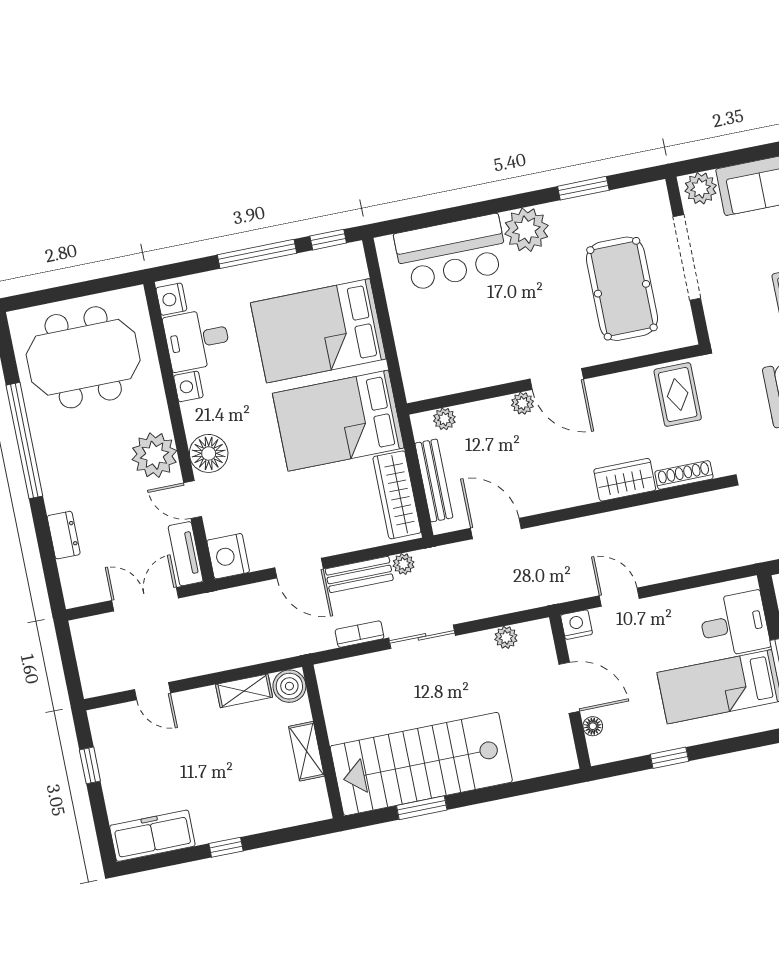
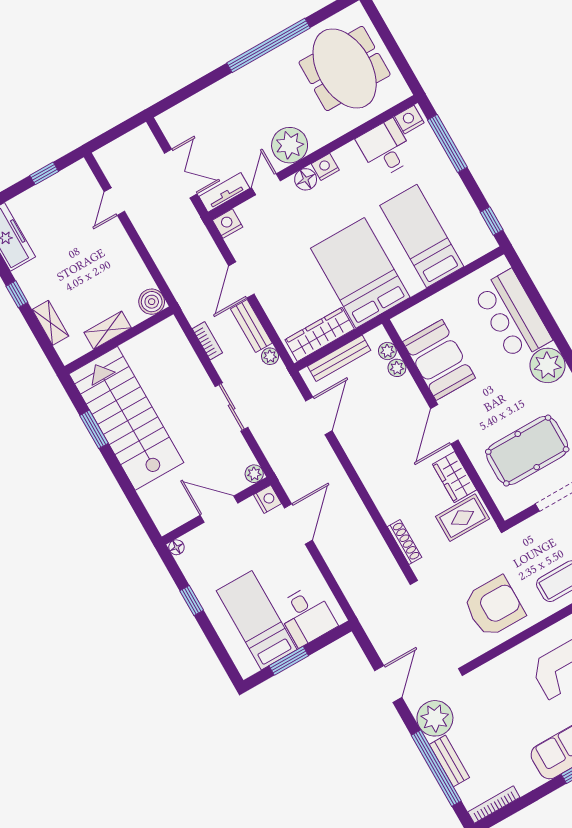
window: (257, 254) -> (447, 143), moved
bed: (318, 331) -> (422, 236), width x0.67
booth: (476, 360) -> (439, 360), added
nightstand: (188, 386) -> (325, 167), moved
plant: (523, 403) -> (397, 368), moved
floor lamp: (209, 453) -> (306, 179), width x0.73, depth x0.73
wardrobe: (625, 480) -> (455, 477), moved, turned 180
dresser: (64, 535) -> (208, 98), removed
nightstand: (228, 556) -> (228, 224), width x0.74, depth x0.75
door: (619, 597) -> (298, 524), width x1.38
sliding door: (422, 637) -> (232, 407), moved
plant: (506, 637) -> (254, 474), moved
door: (569, 688) -> (219, 509), swing flipped
shelving: (244, 691) -> (50, 323), moved
floor lamp: (593, 726) -> (176, 547), moved

